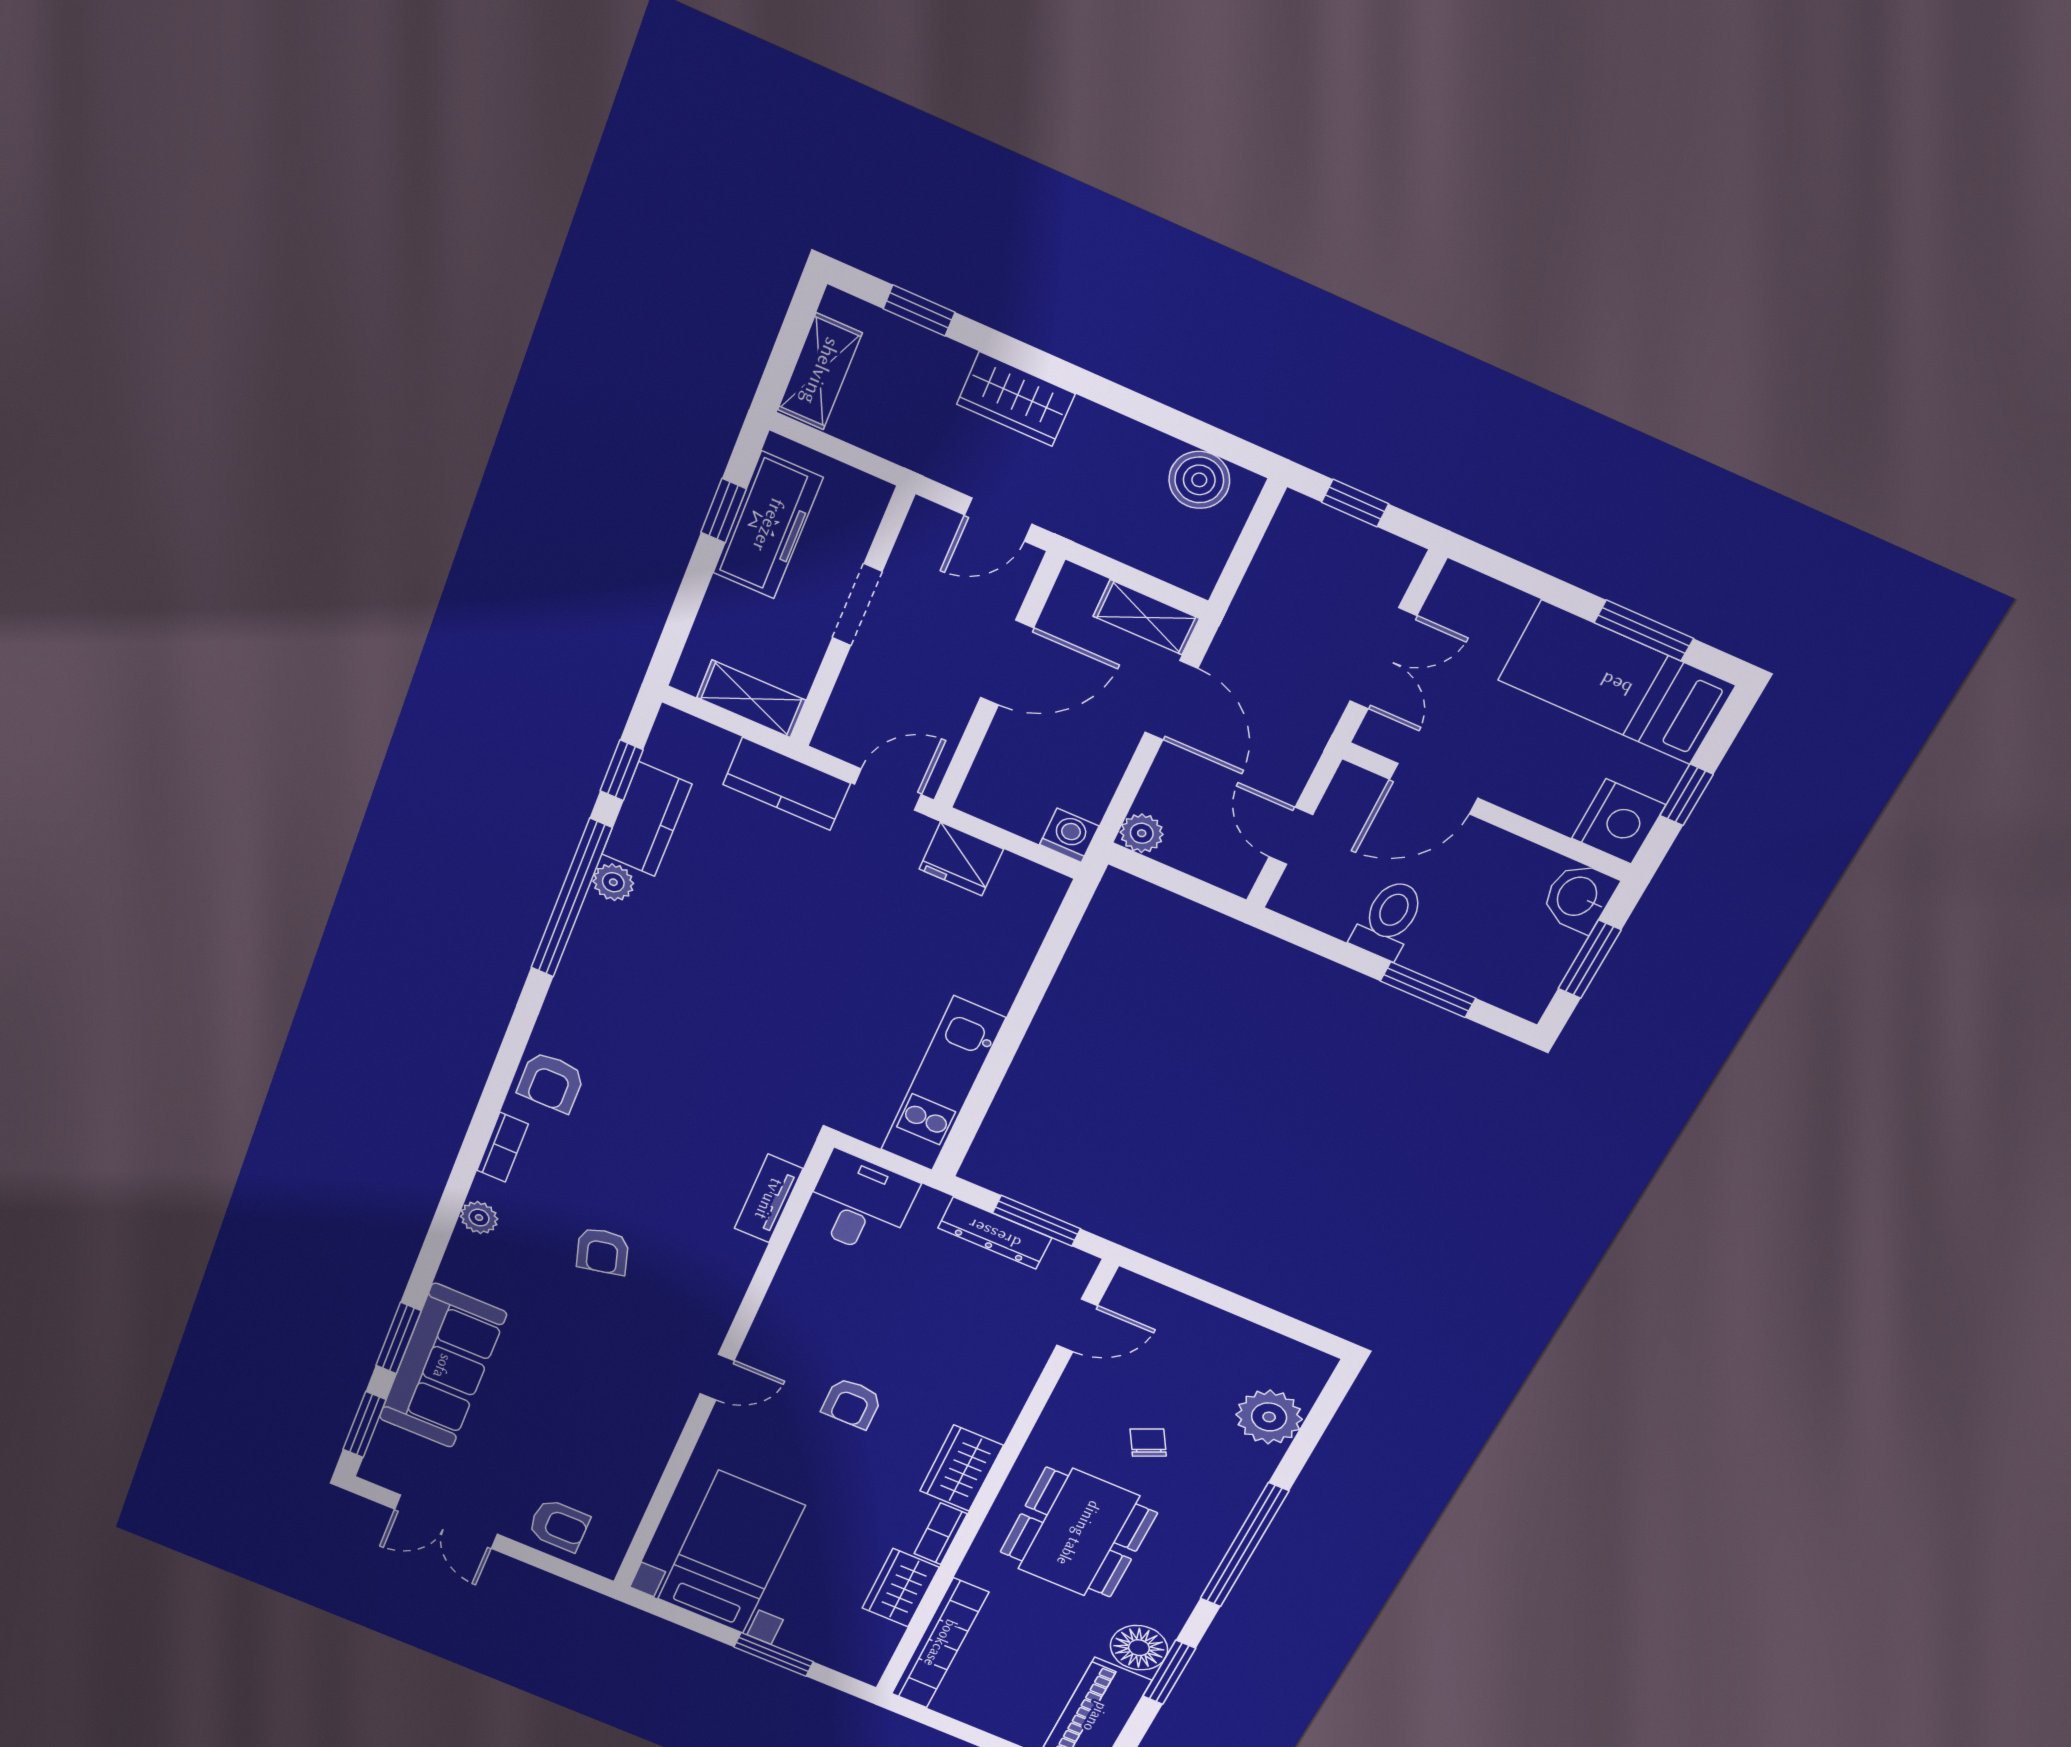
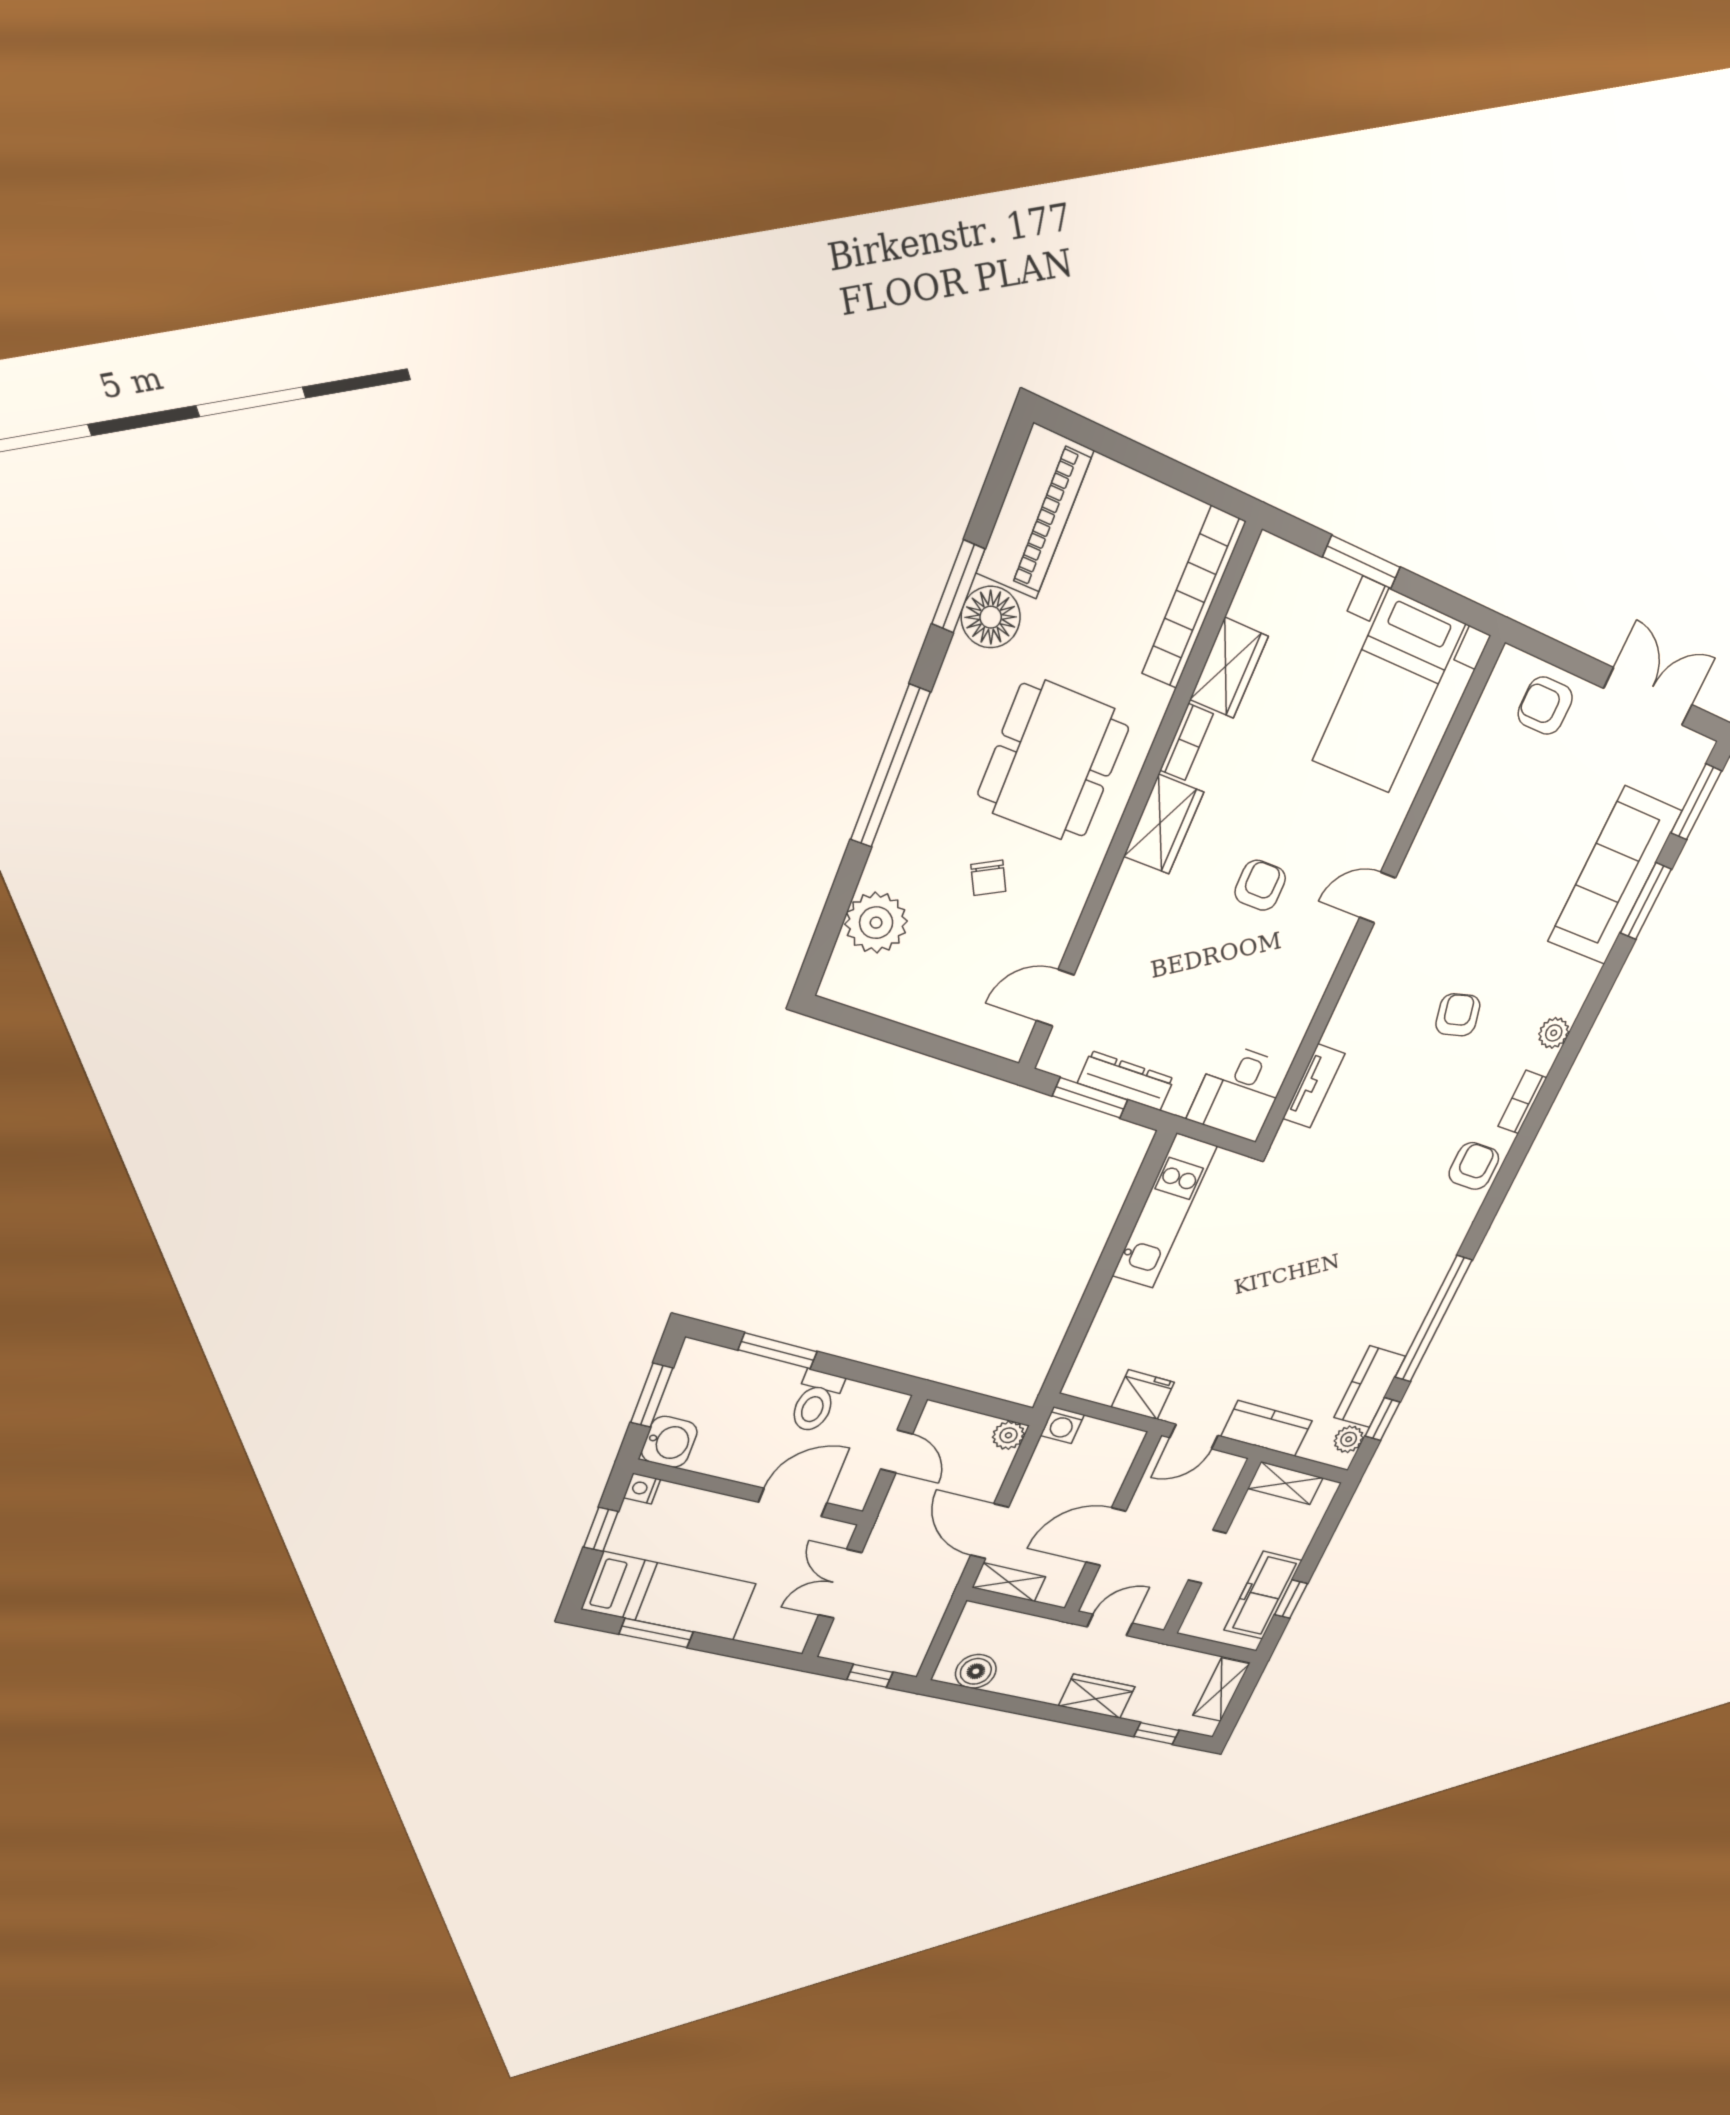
nightstand: (1619, 822) -> (642, 1488), width x0.53, depth x0.56
plant: (613, 882) -> (1349, 1439), moved

